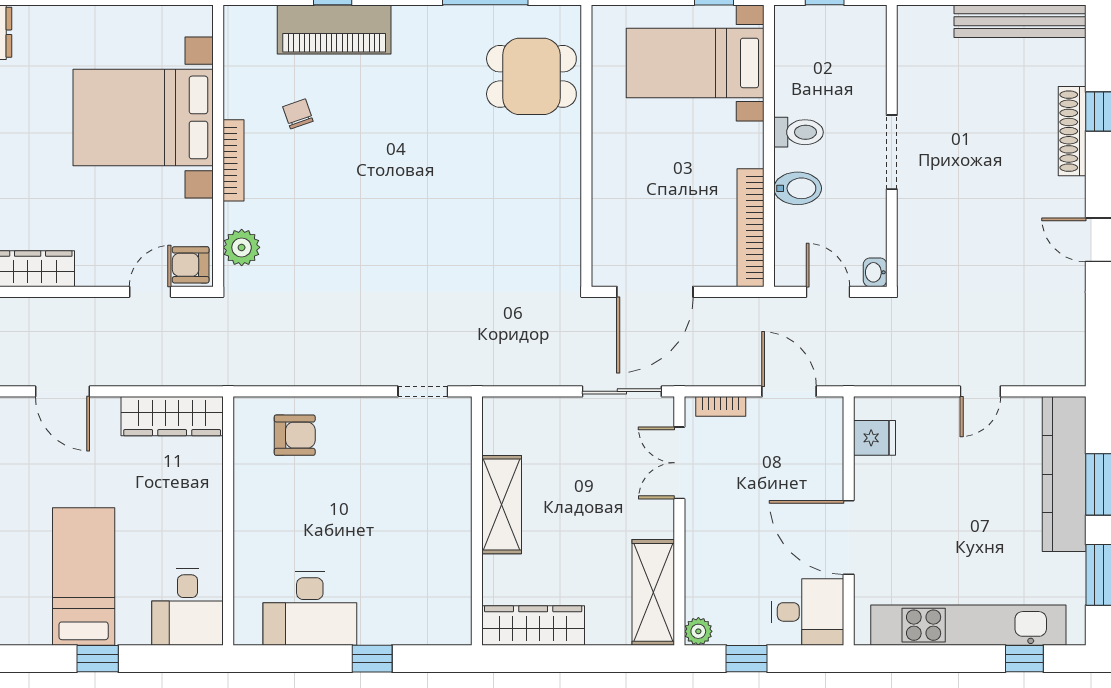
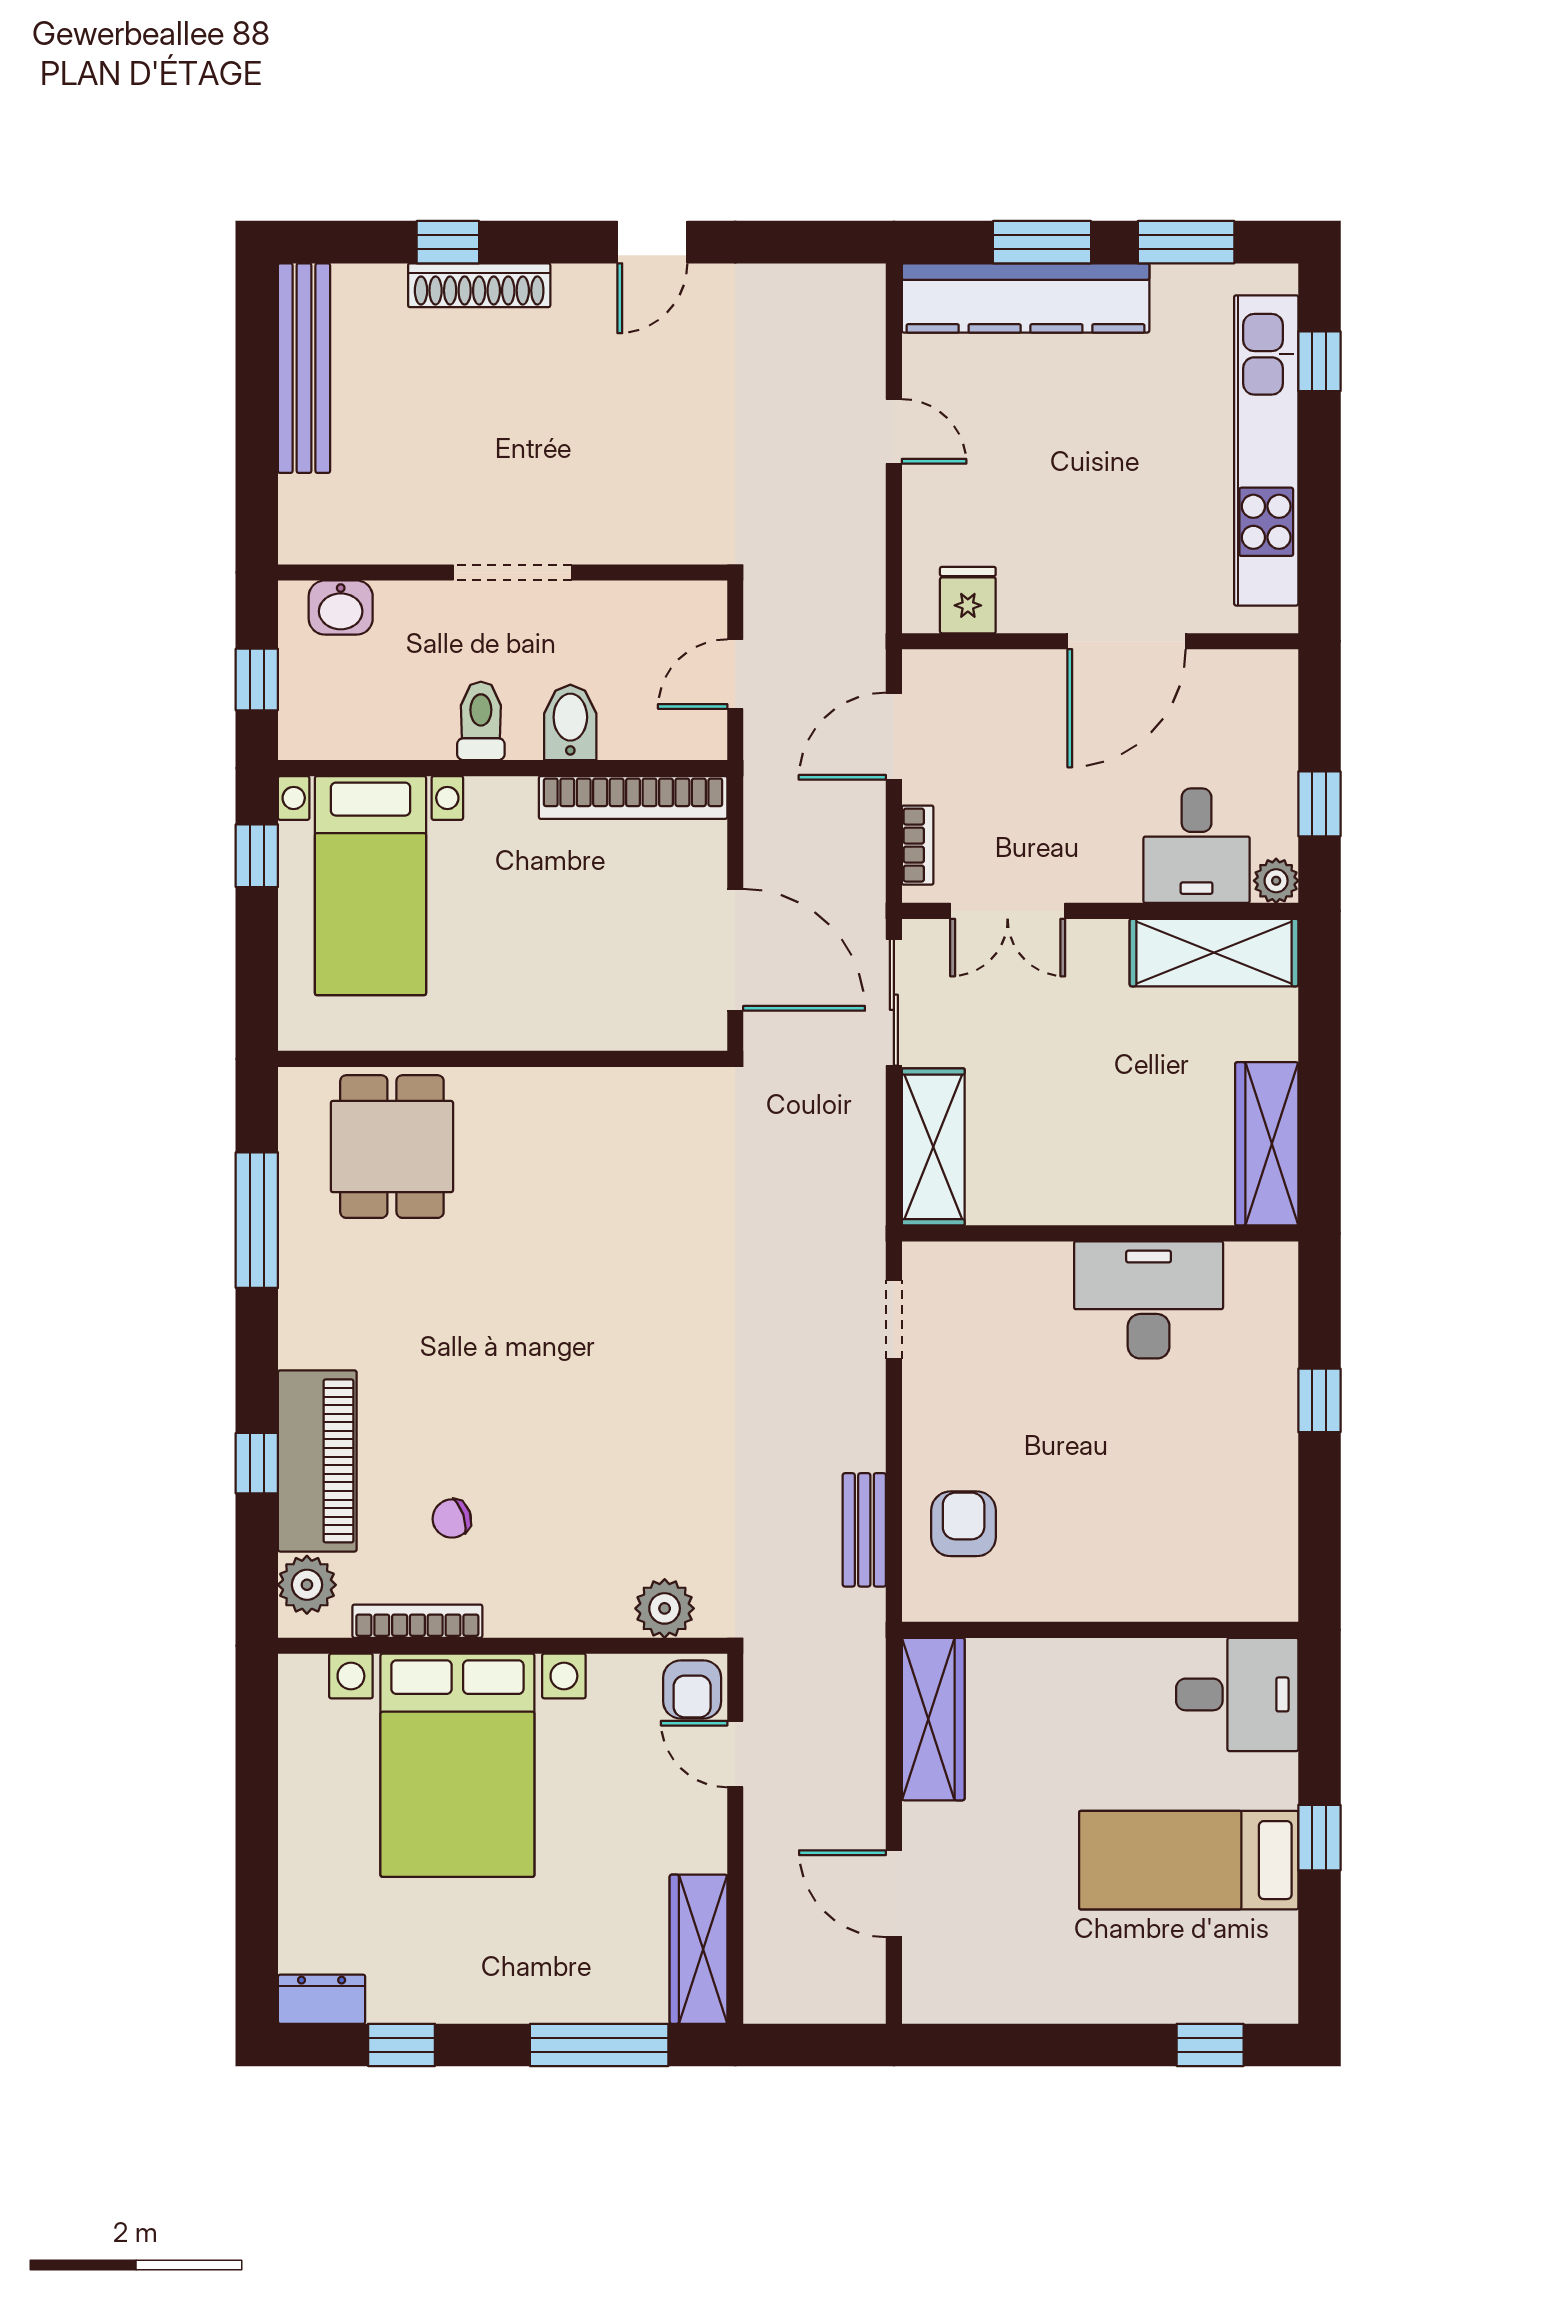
plant: (256, 23) -> (307, 1585), added
bookcase: (234, 160) -> (417, 1621), moved
washbasin: (875, 272) -> (341, 608), moved, width x1.38, depth x1.45
bench: (291, 373) -> (864, 1530), added
door: (62, 391) -> (894, 1894), swing flipped
shelving: (502, 505) -> (933, 1147), moved, turned 90
desk: (310, 609) -> (1149, 1300), moved, turned -90
desk: (808, 612) -> (1197, 846), moved, turned 180

